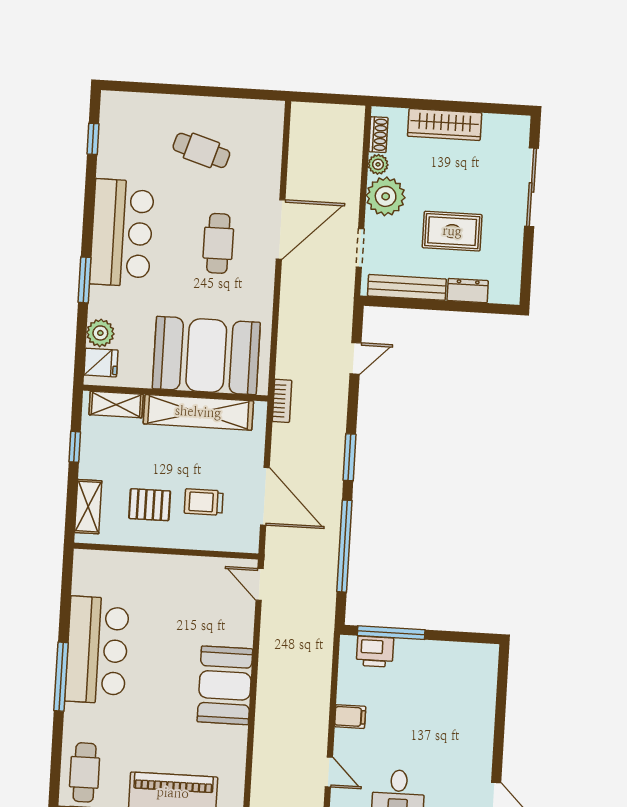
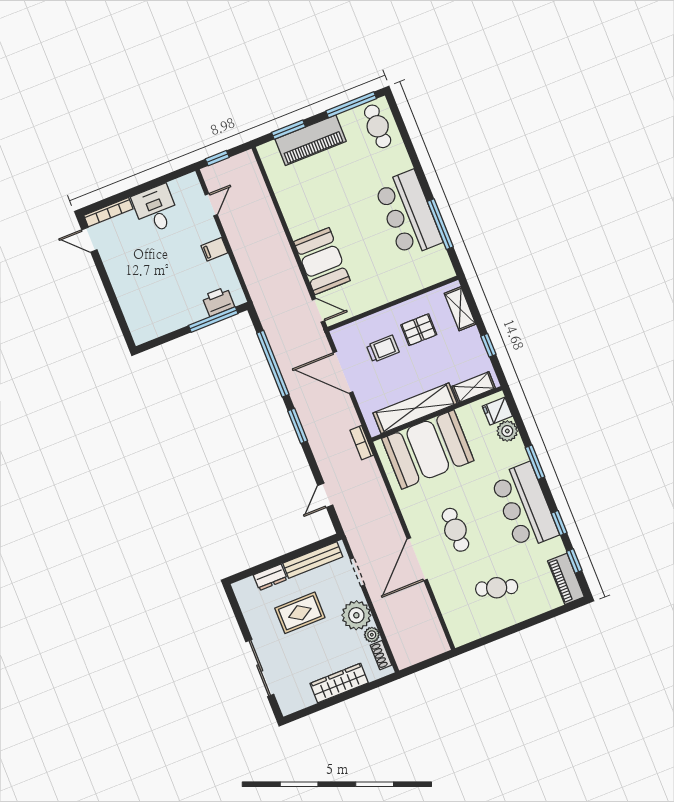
piano: (113, 122) -> (566, 579), added
window: (90, 193) -> (559, 523), added
window: (61, 677) -> (440, 224), moved
booth: (225, 685) -> (322, 261), moved
door: (329, 772) -> (211, 205), swing flipped

